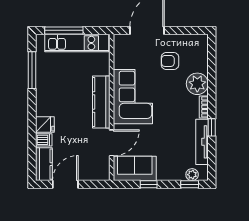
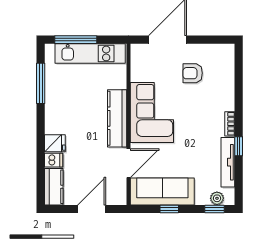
plant: (197, 84) -> (223, 98), removed
sofa: (135, 168) -> (162, 191), width x1.36
door: (65, 184) -> (92, 209), moved

